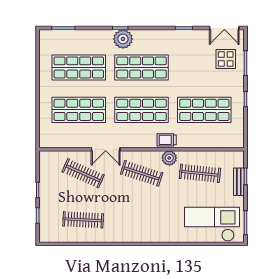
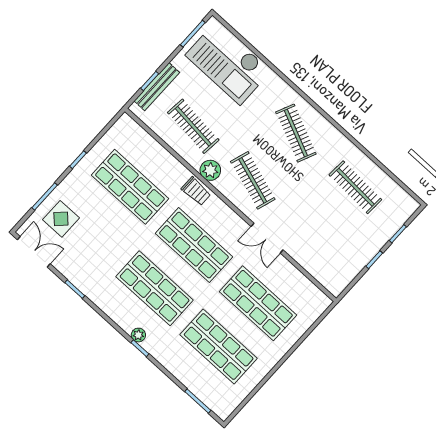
plant: (123, 39) -> (138, 335), width x0.53, depth x0.53
double door: (106, 149) -> (267, 238), swing flipped
clothes rail: (83, 173) -> (296, 133), moved
bench: (239, 182) -> (157, 87), width x1.36

